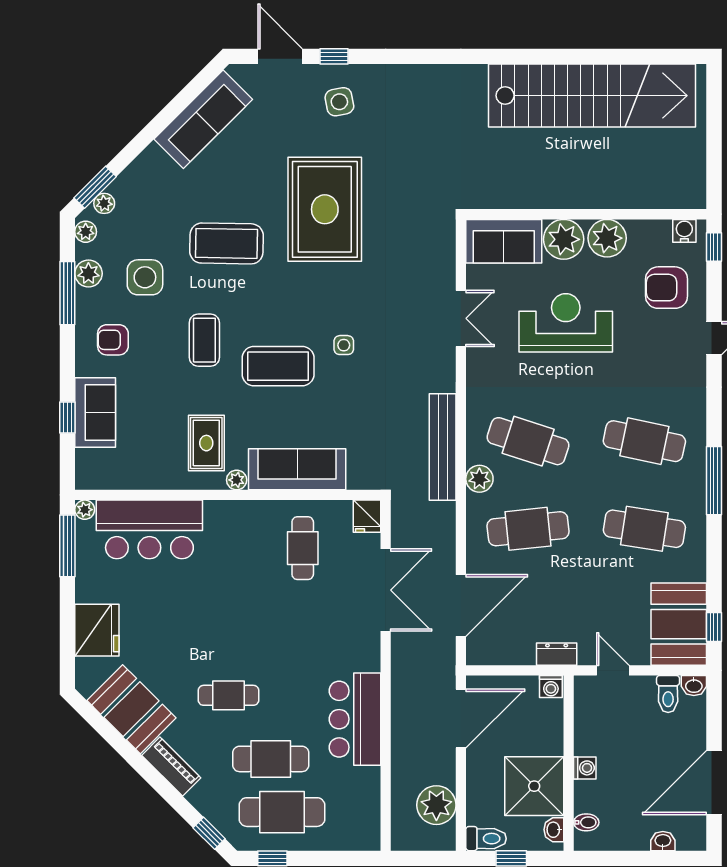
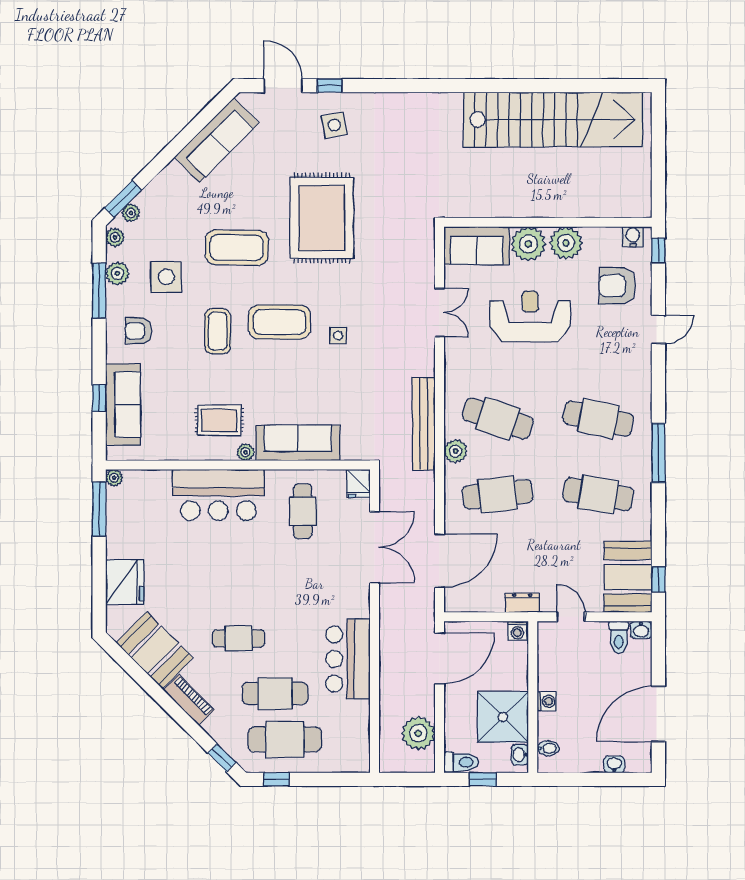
coffee table: (278, 366) -> (280, 322), moved
sofa: (95, 413) -> (123, 405), width x1.36
rug: (206, 443) -> (219, 420), turned 90
bar counter: (149, 529) -> (218, 495), moved

